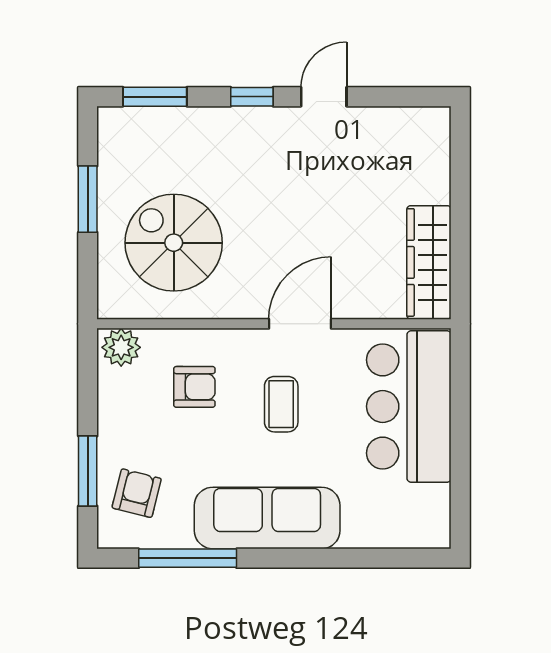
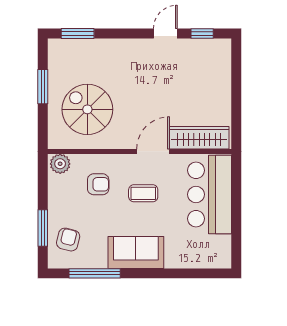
window: (252, 97) -> (202, 34), moved
wardrobe: (429, 262) -> (199, 138), moved, turned 90
coffee table: (281, 404) -> (143, 193), turned 90
sofa: (267, 518) -> (136, 252), width x0.73

